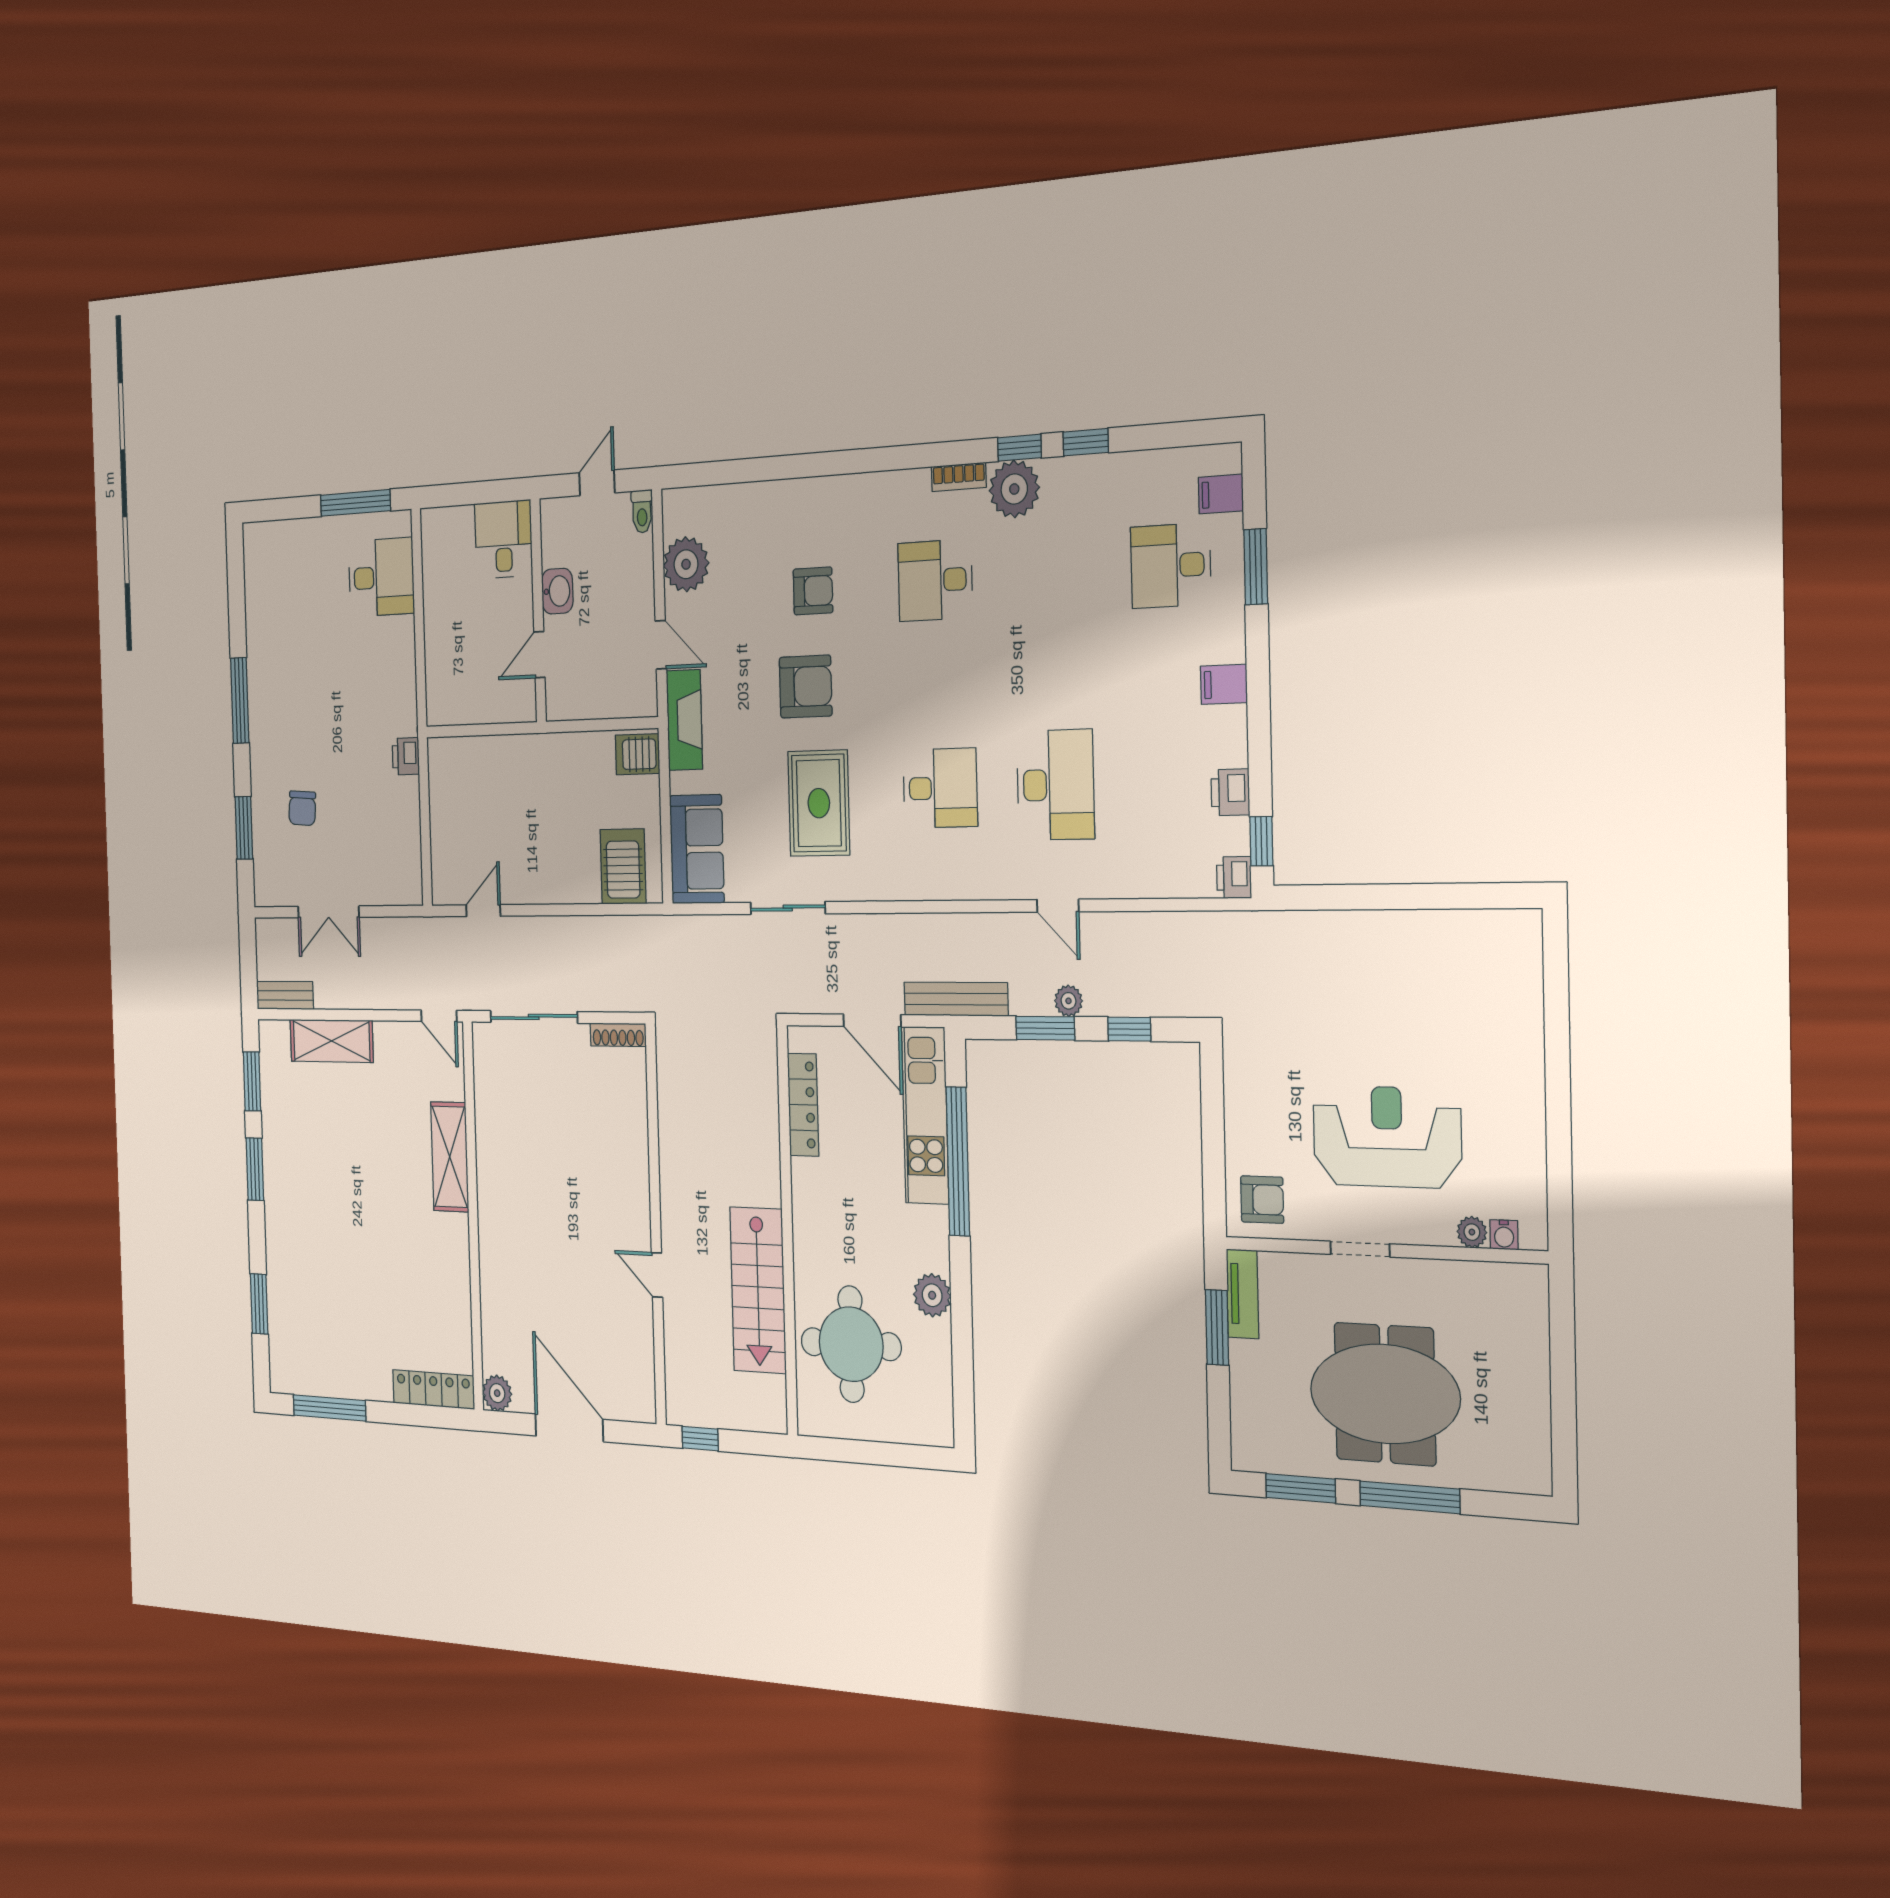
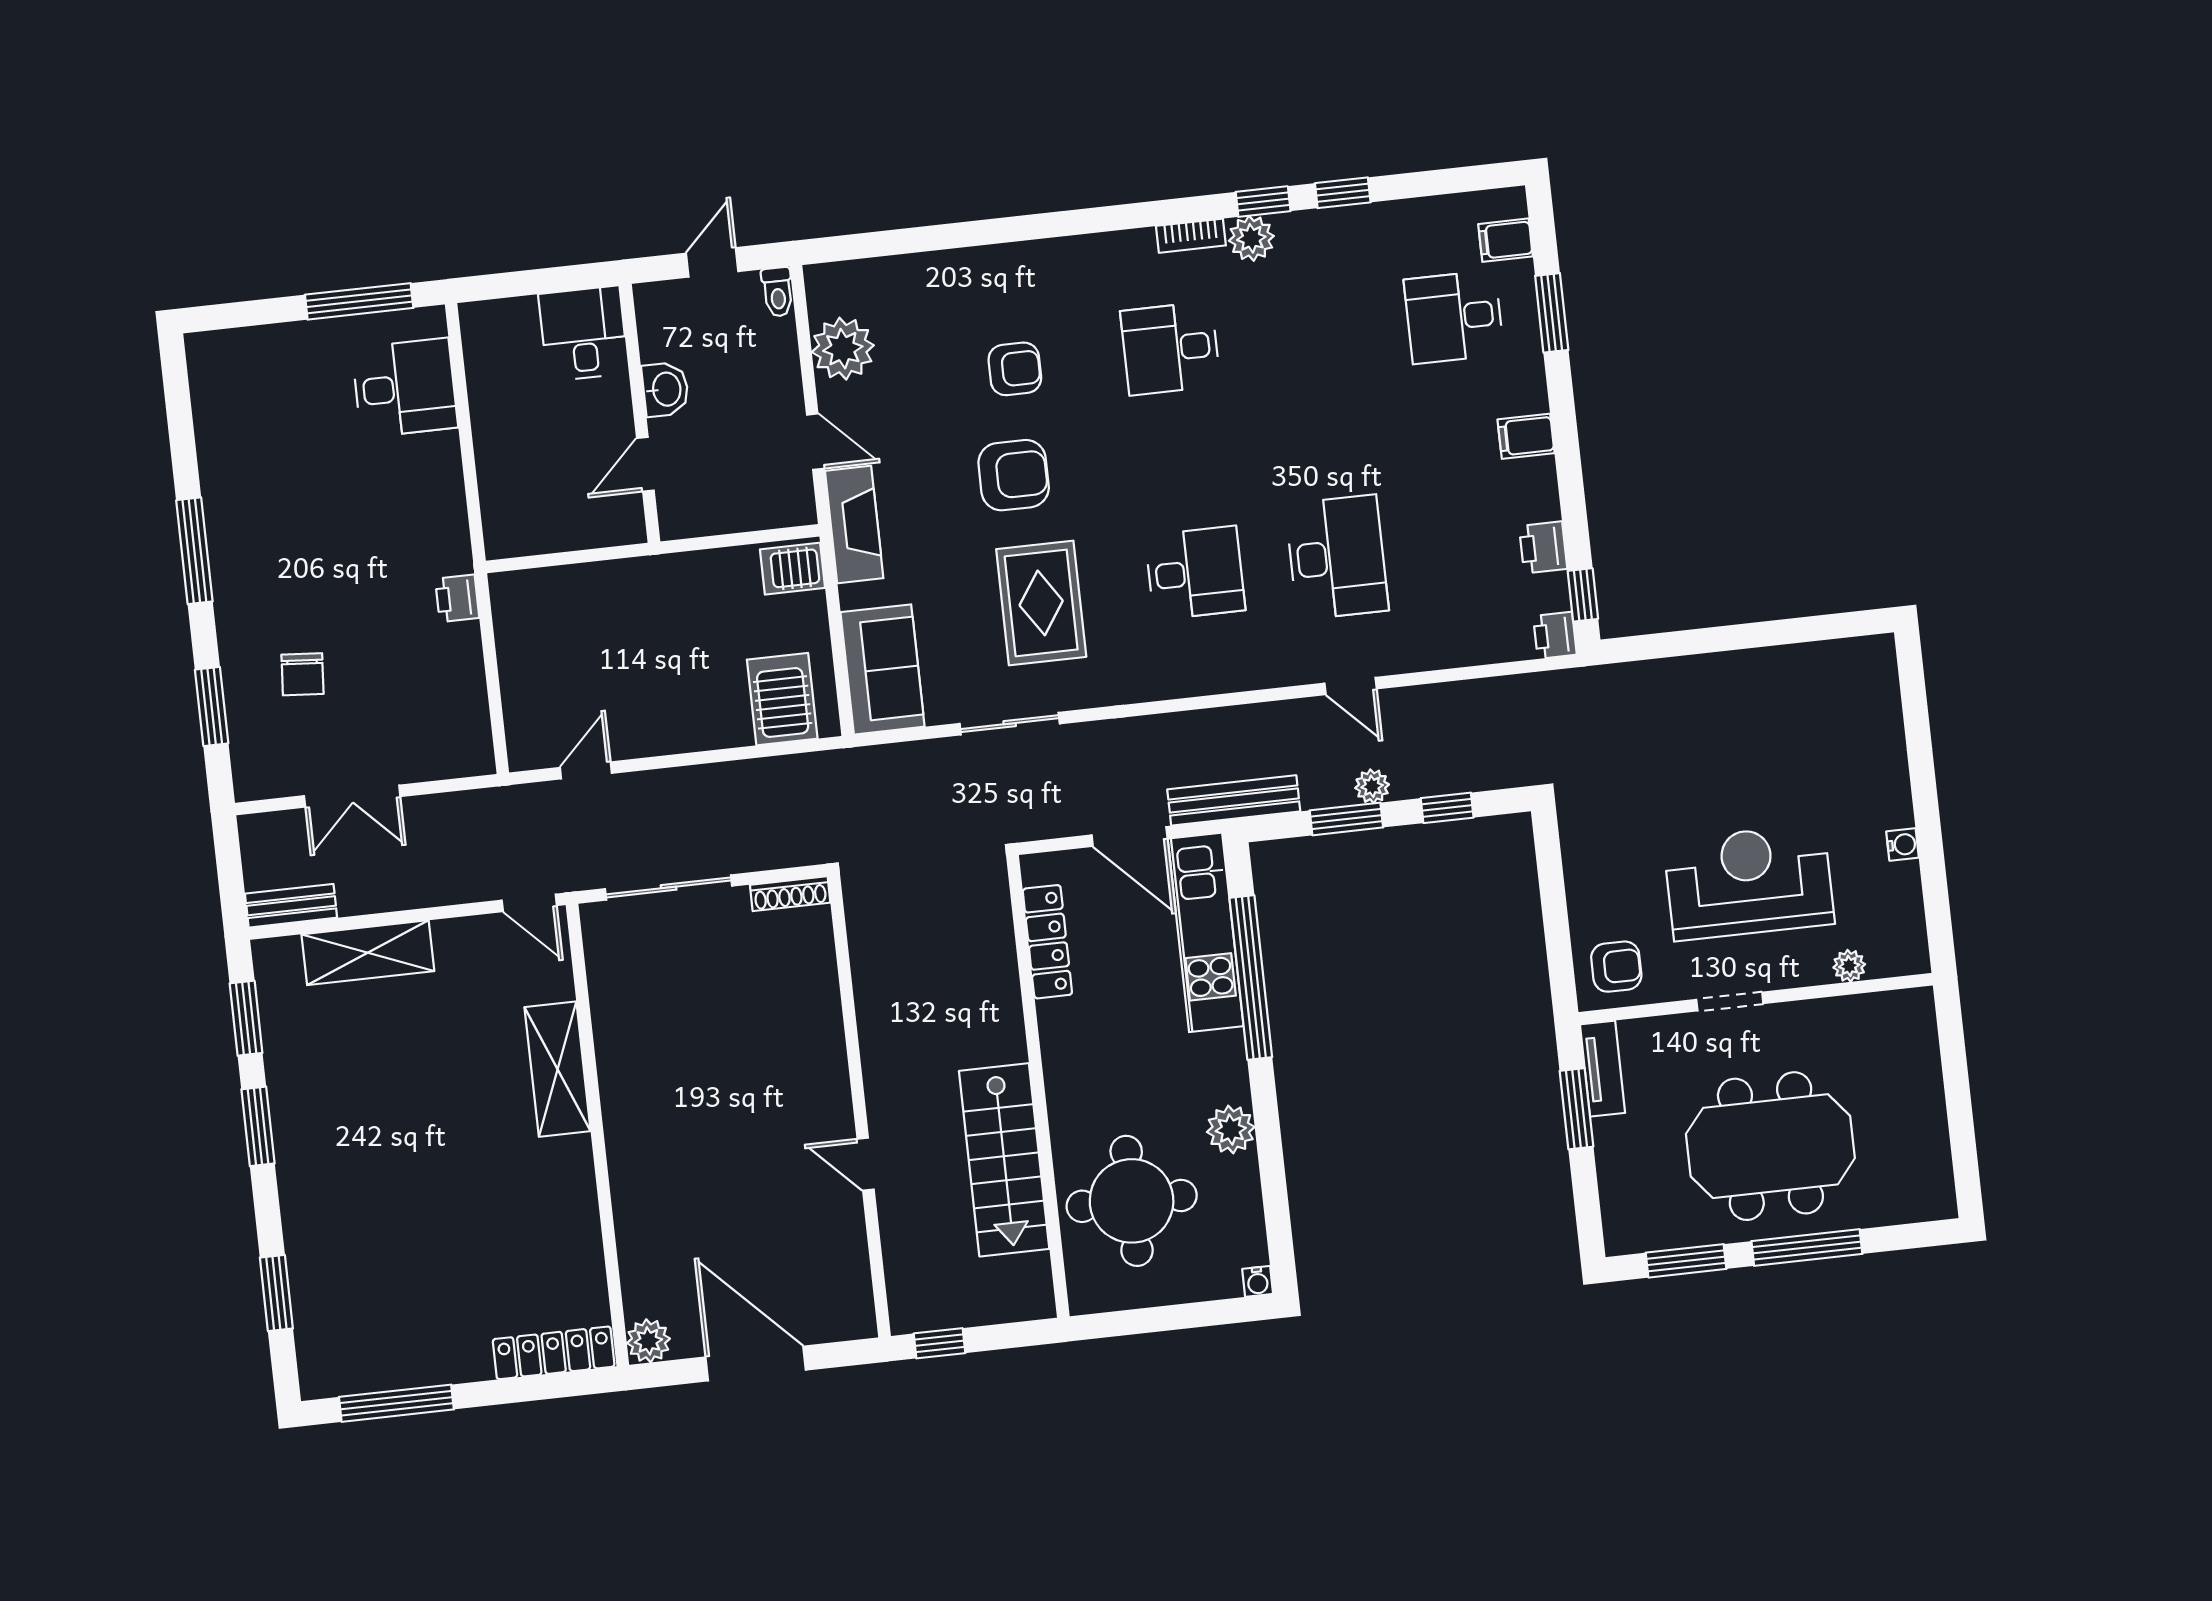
plant: (1014, 489) -> (1251, 238), width x0.73, depth x0.73
water cooler: (1504, 1235) -> (1903, 845), moved, turned -90
water cooler: (943, 1435) -> (1258, 1281), added

